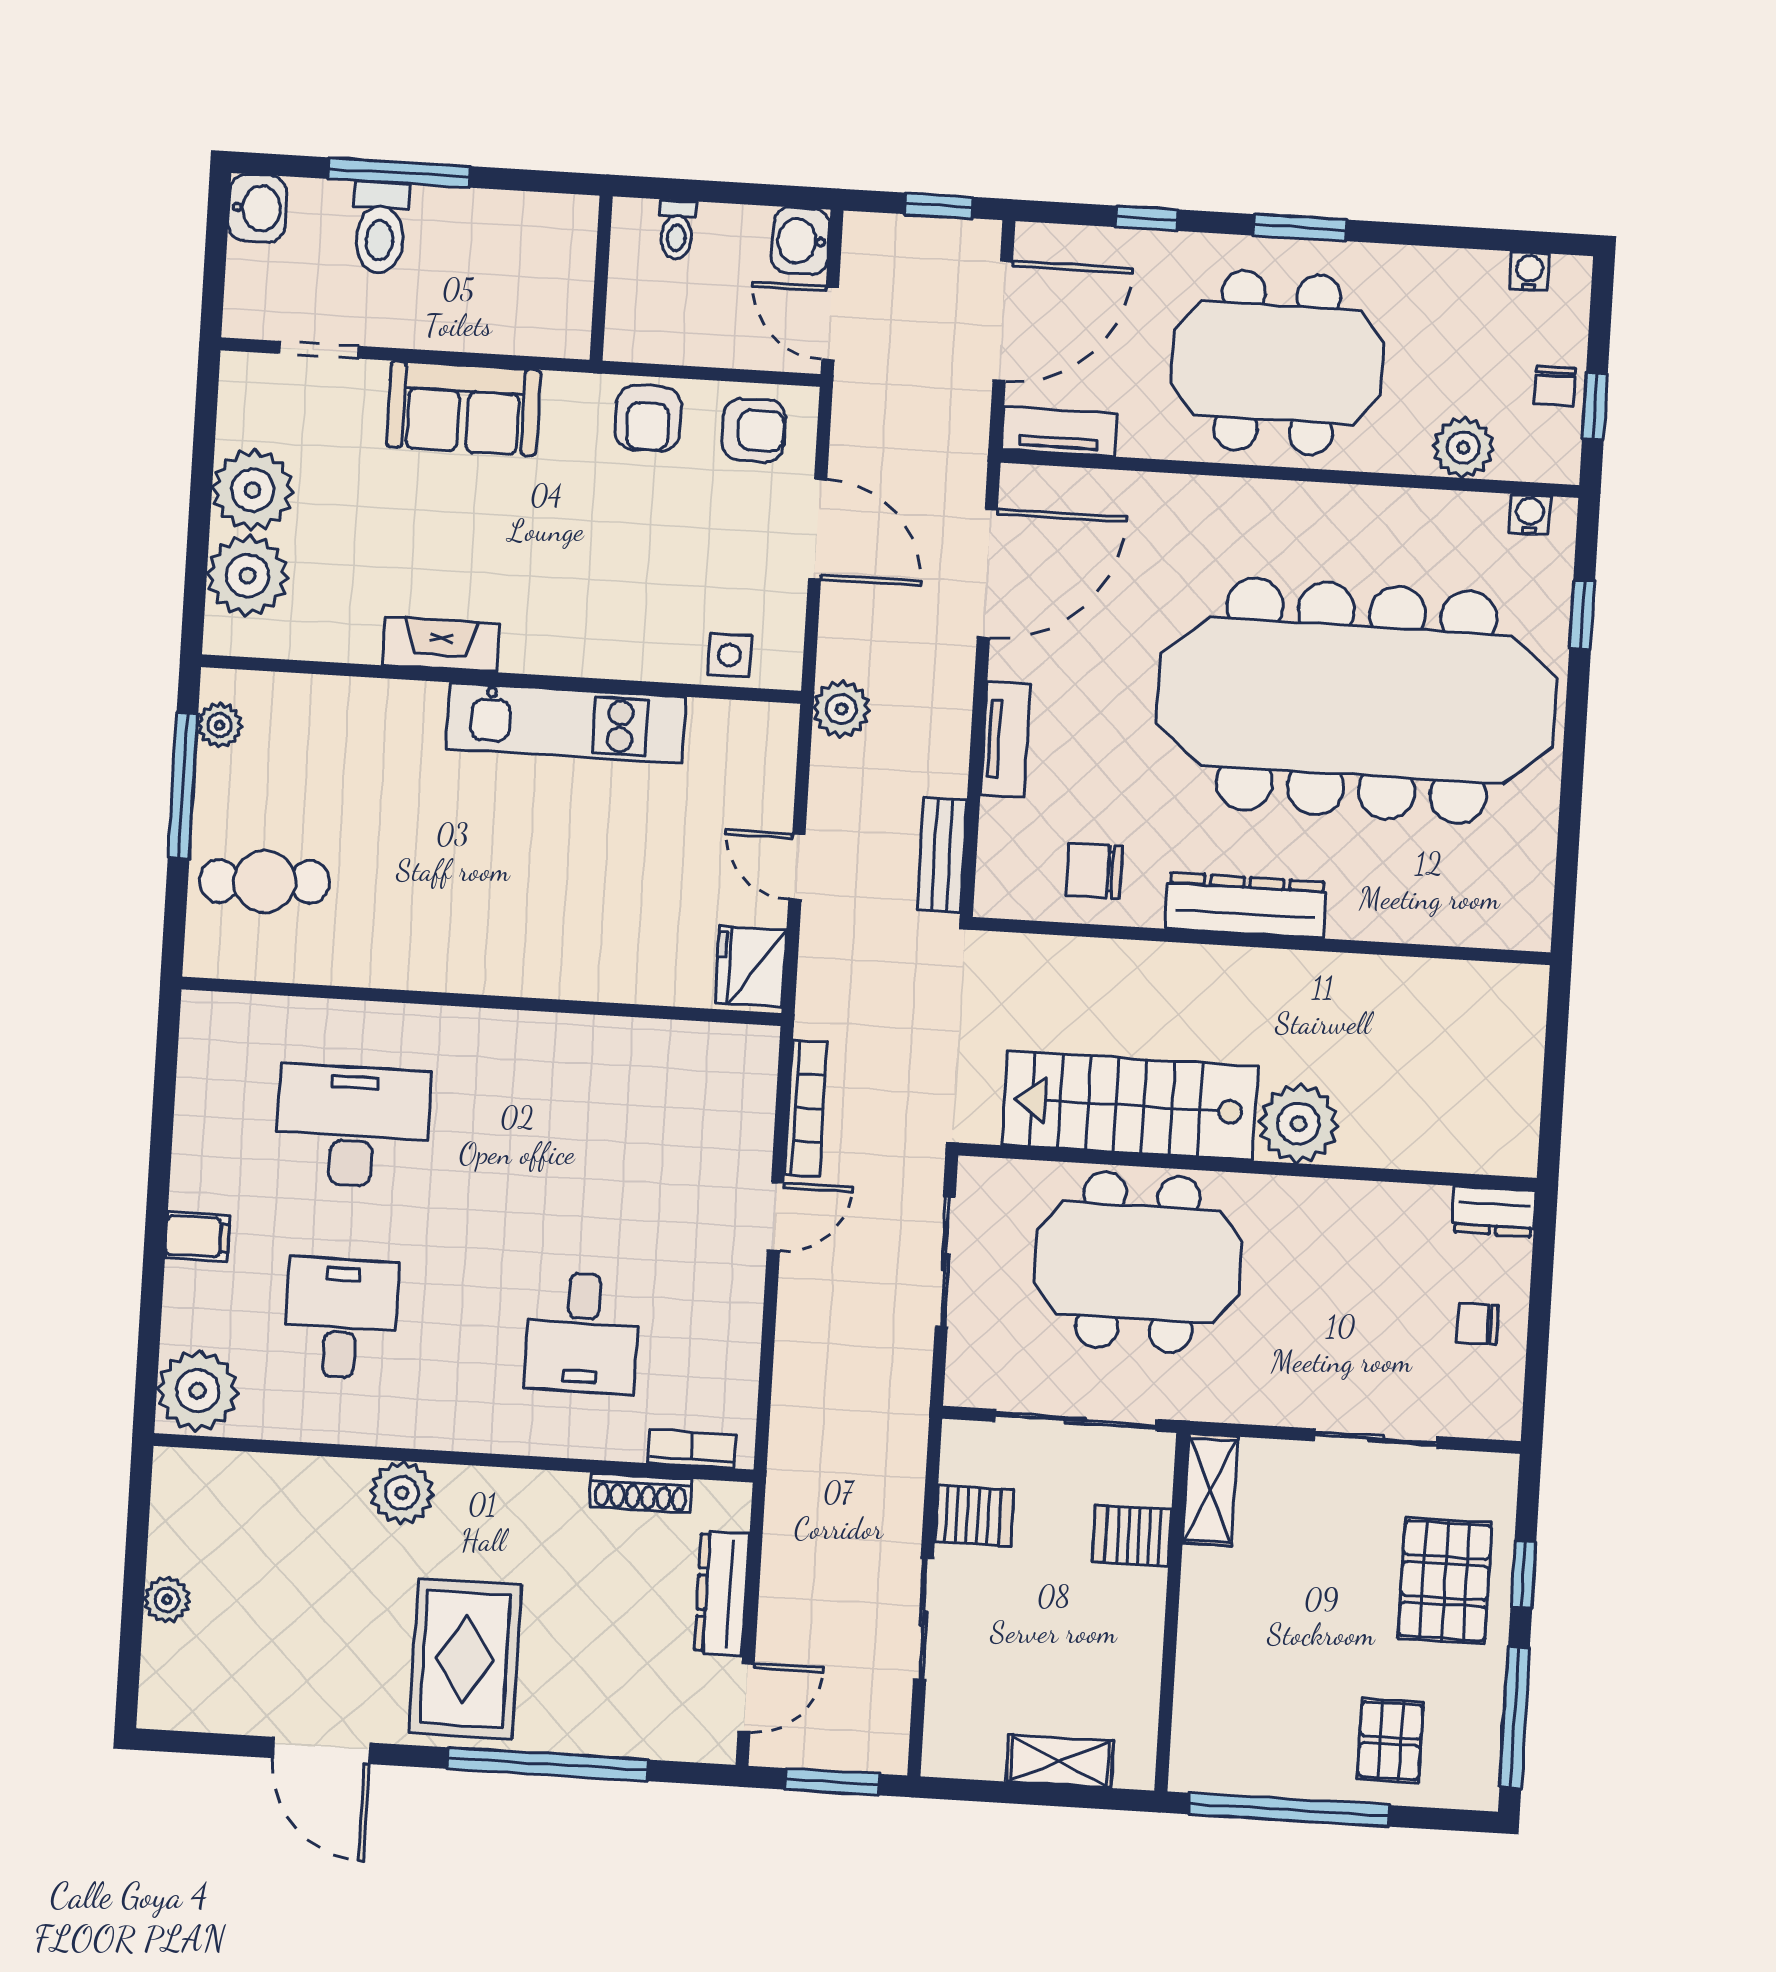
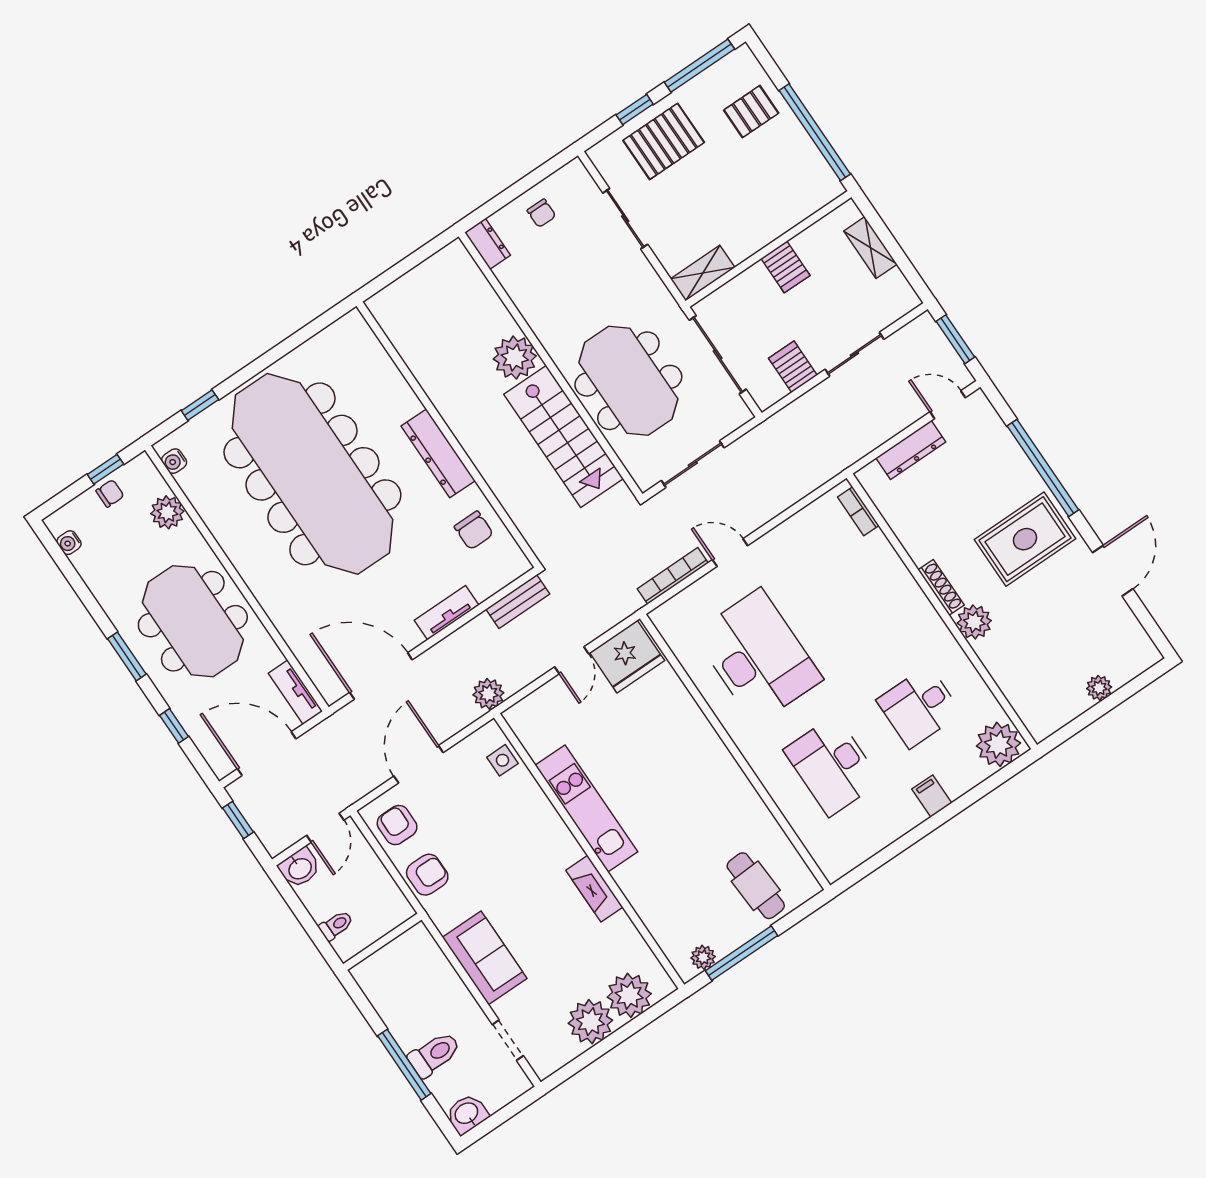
fridge: (751, 966) -> (627, 656), width x1.36, depth x1.34
desk: (582, 1333) -> (758, 656), moved, width x1.87, depth x1.30
shoe rack: (641, 1493) -> (941, 587), moved
server rack: (1132, 1536) -> (786, 267), moved

